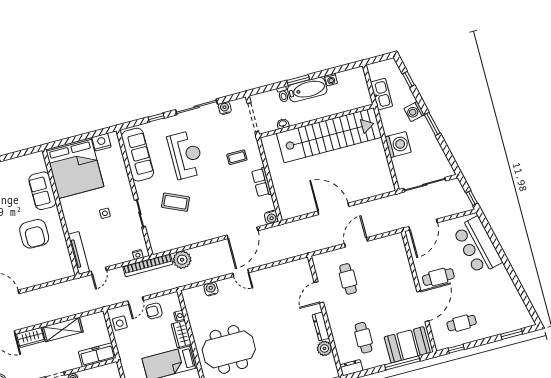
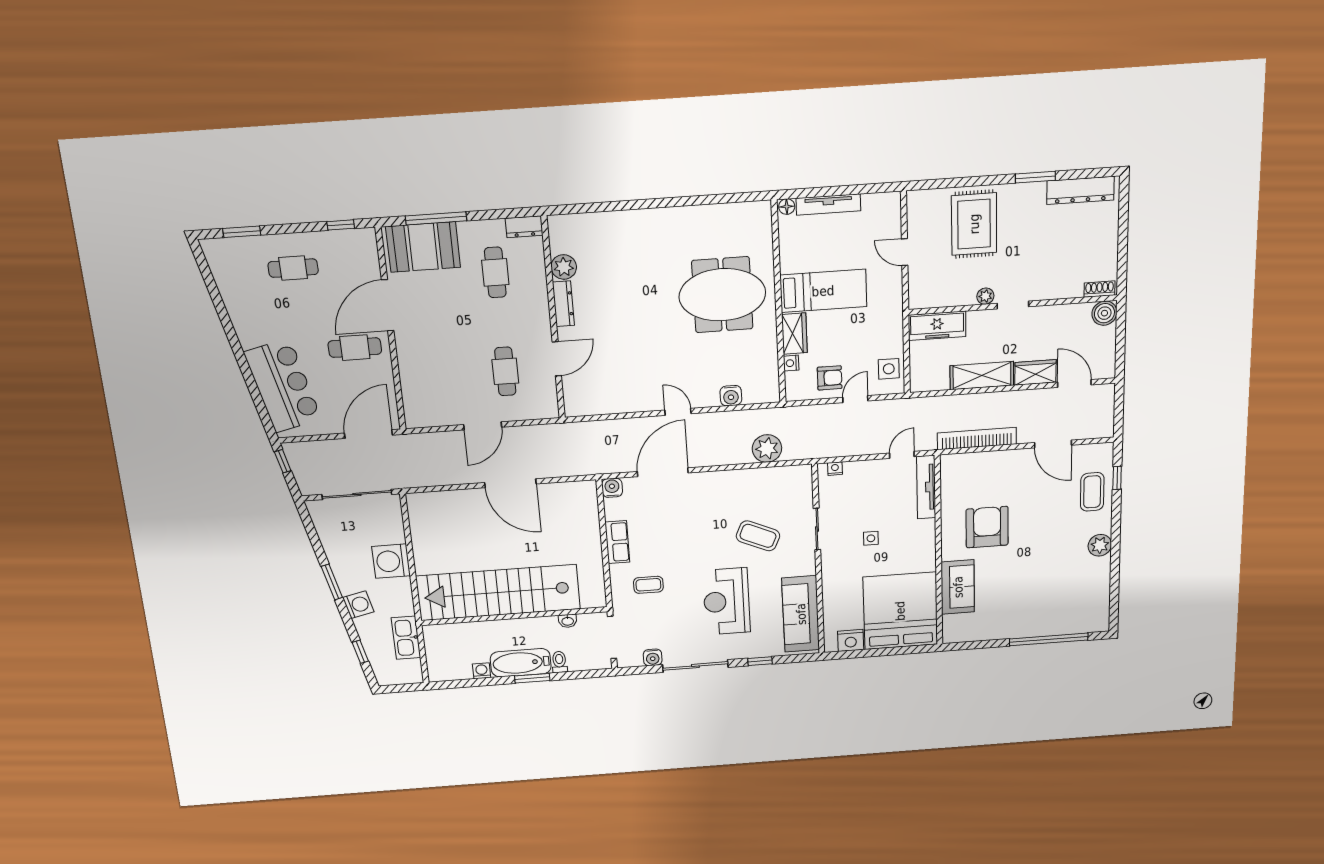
bookcase: (148, 265) -> (977, 439), moved
cafe table: (462, 323) -> (293, 268), moved

